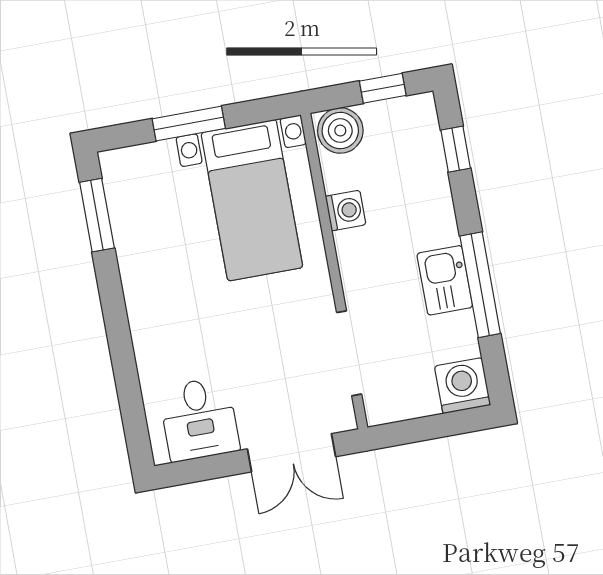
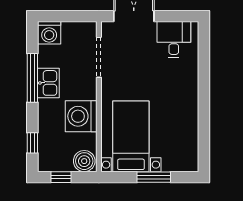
washing machine: (346, 210) -> (81, 116), width x1.89, depth x1.89
window: (97, 215) -> (204, 142), removed

